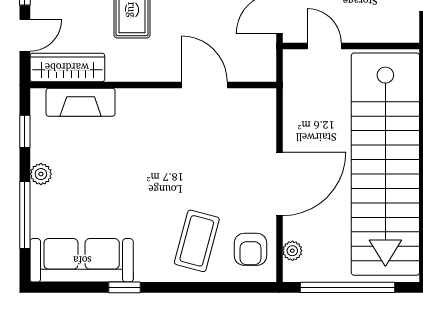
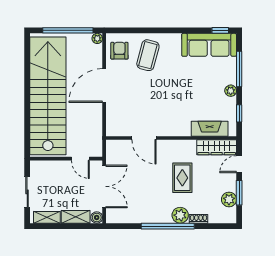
plant: (292, 251) -> (97, 38), moved
window: (124, 287) -> (220, 30), moved

